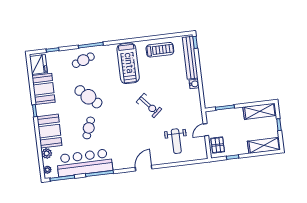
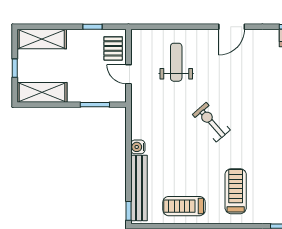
treadmill: (128, 63) -> (236, 191), width x0.73, depth x0.73
door: (206, 130) -> (128, 74), swing flipped

